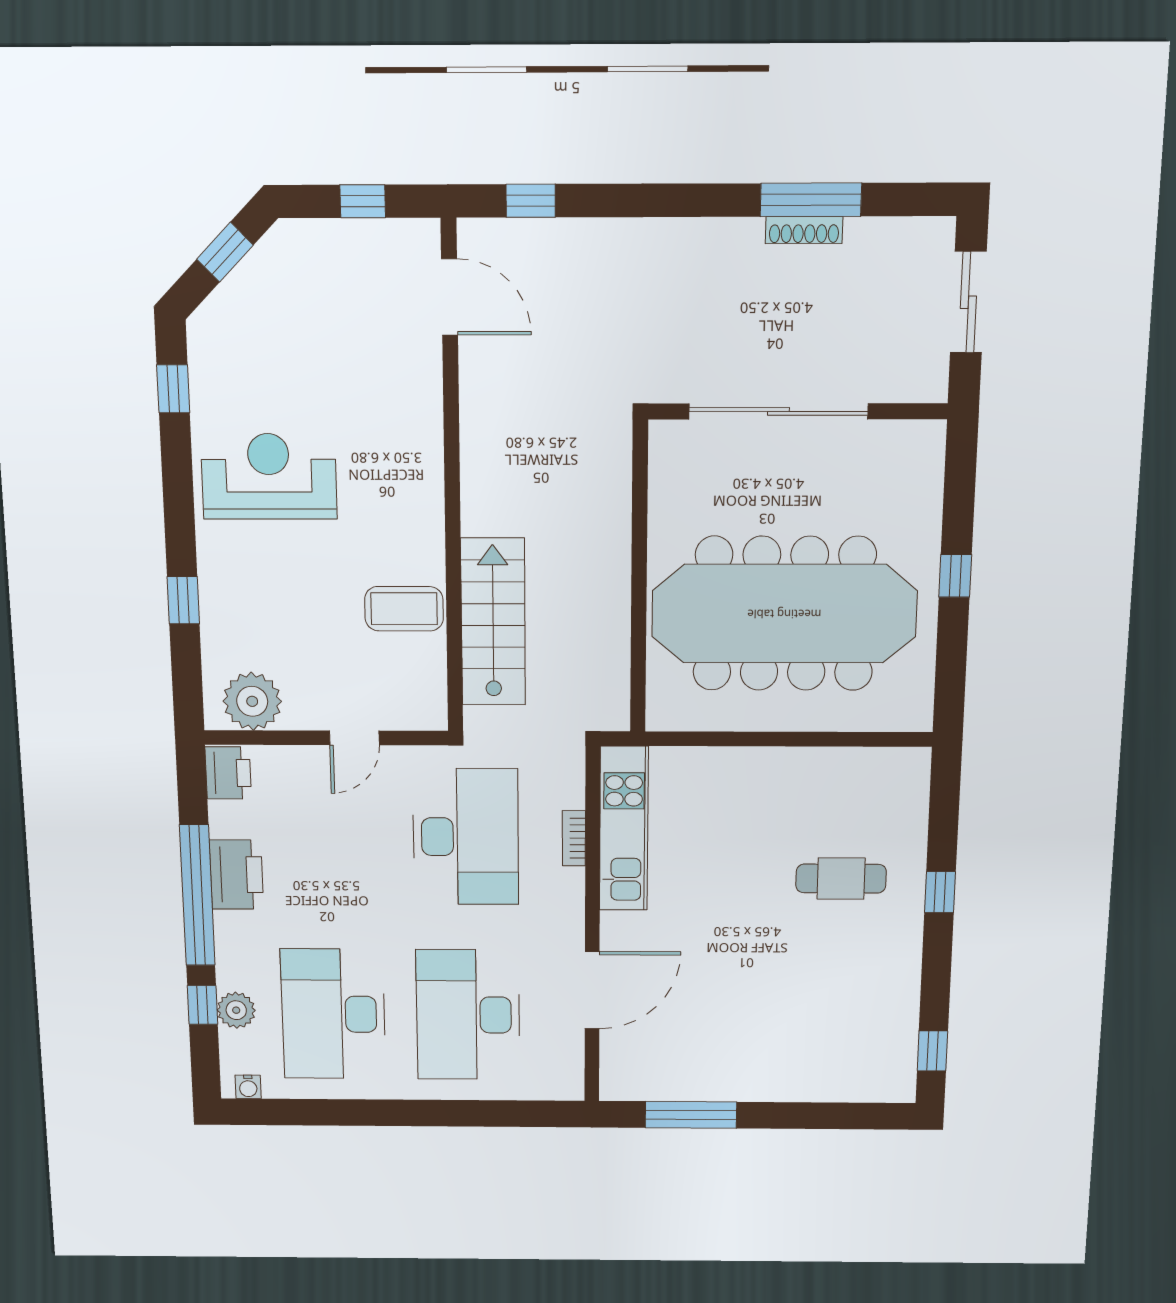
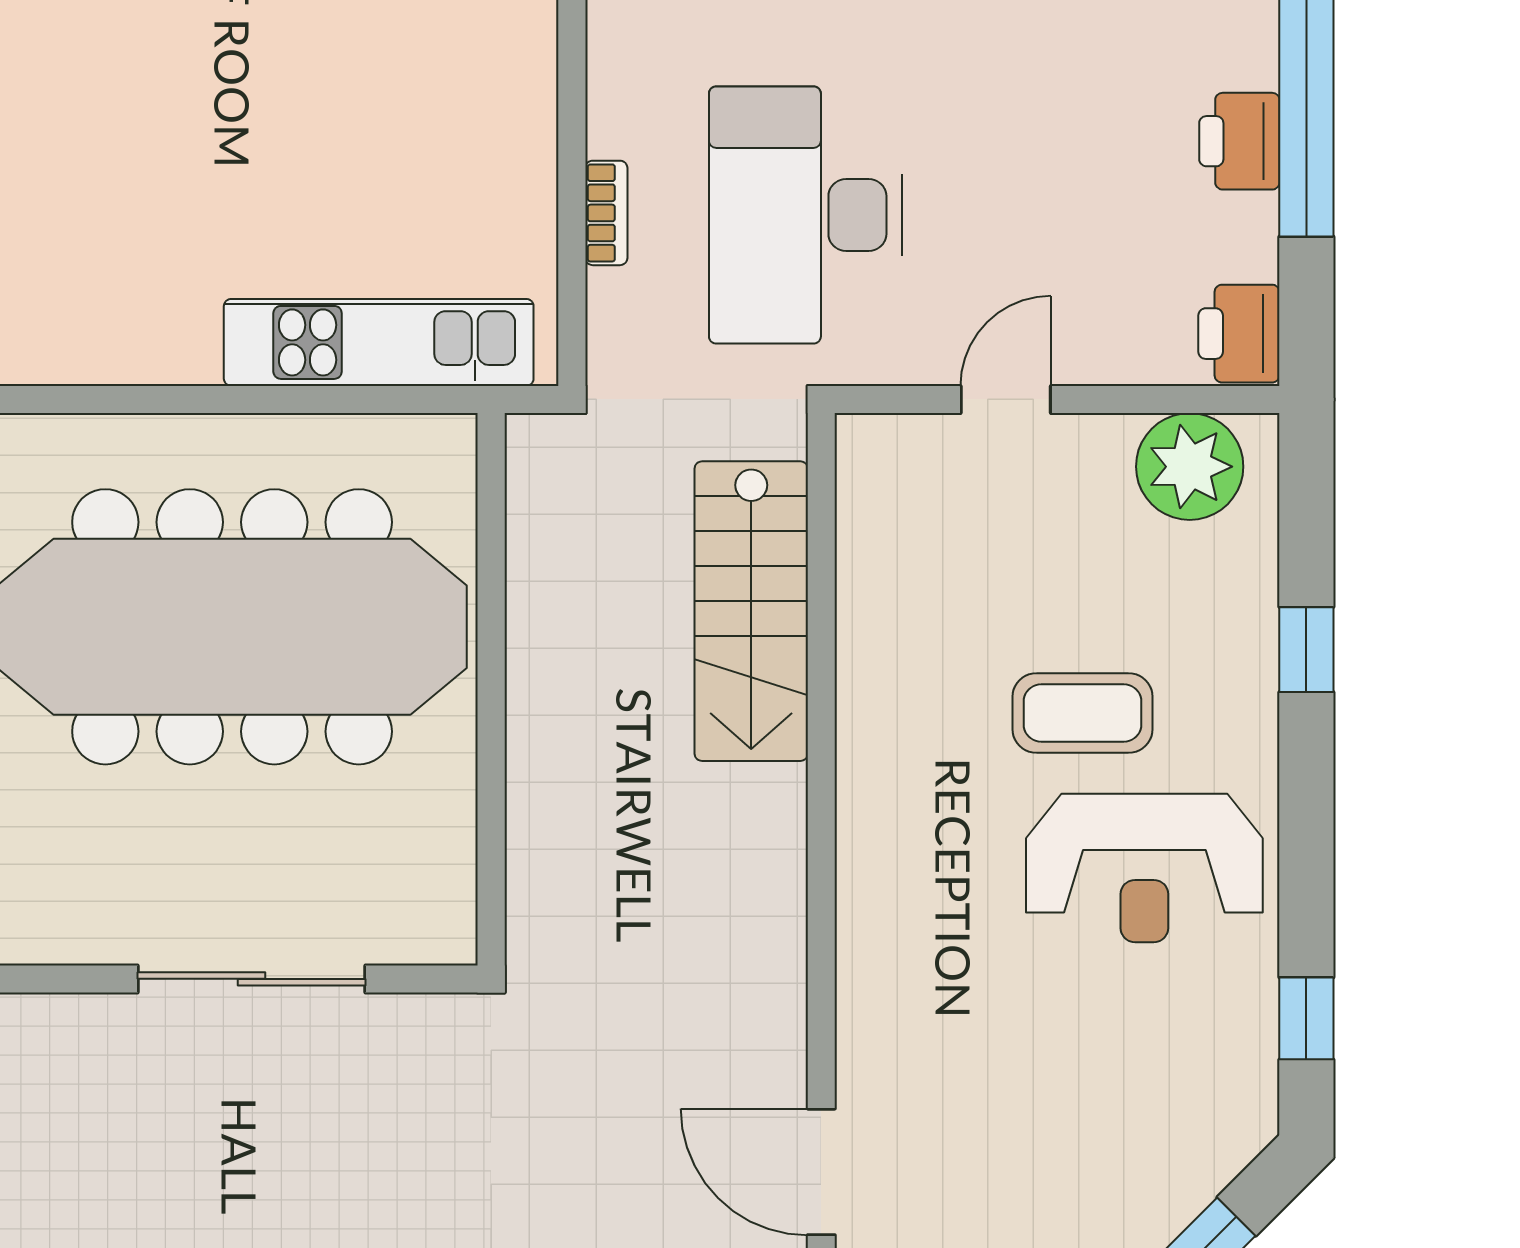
sliding door: (778, 411) -> (251, 979), width x0.73
coffee table: (404, 609) -> (1083, 713), moved
kitchen unit: (624, 829) -> (379, 342), moved, turned 90
printer: (236, 875) -> (1239, 141), width x0.73, depth x0.84
cafe table: (841, 879) -> (114, 138), removed

